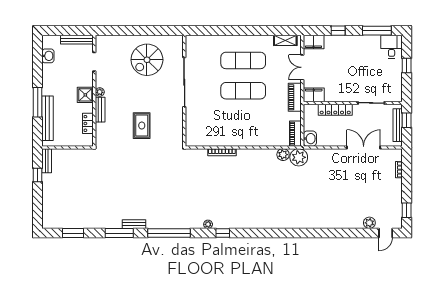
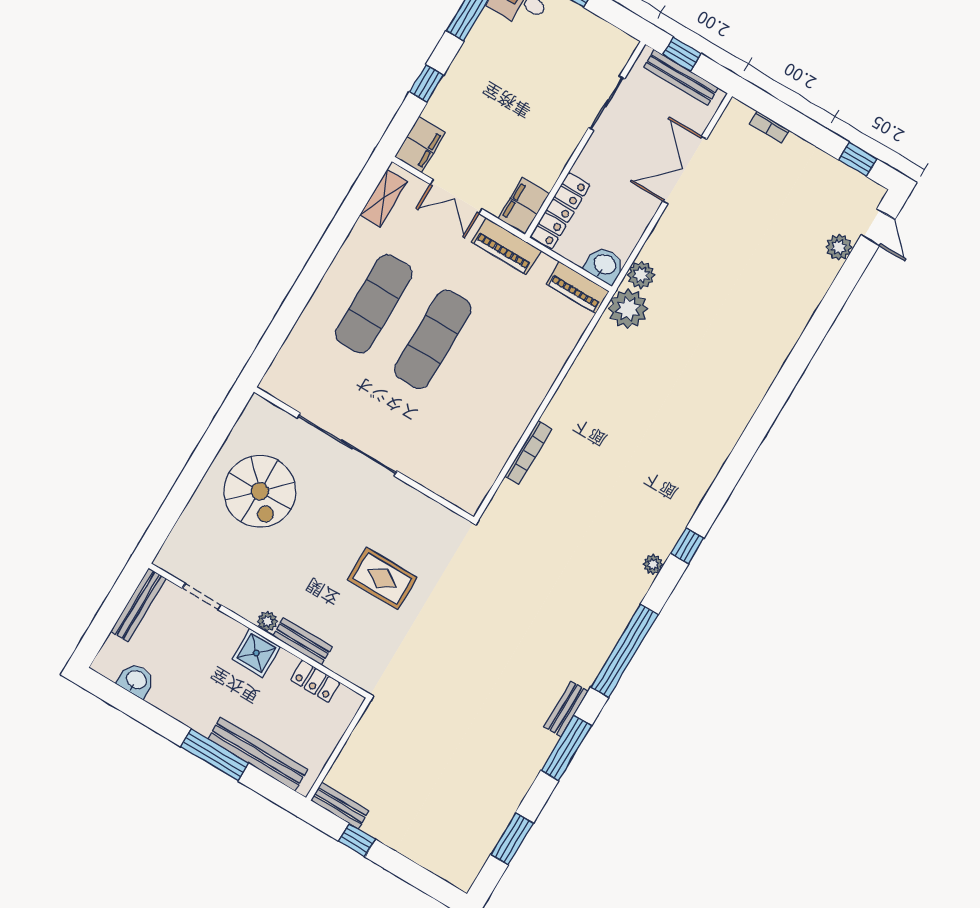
locker: (335, 110) -> (560, 211), moved
plant: (283, 155) -> (641, 275), moved

